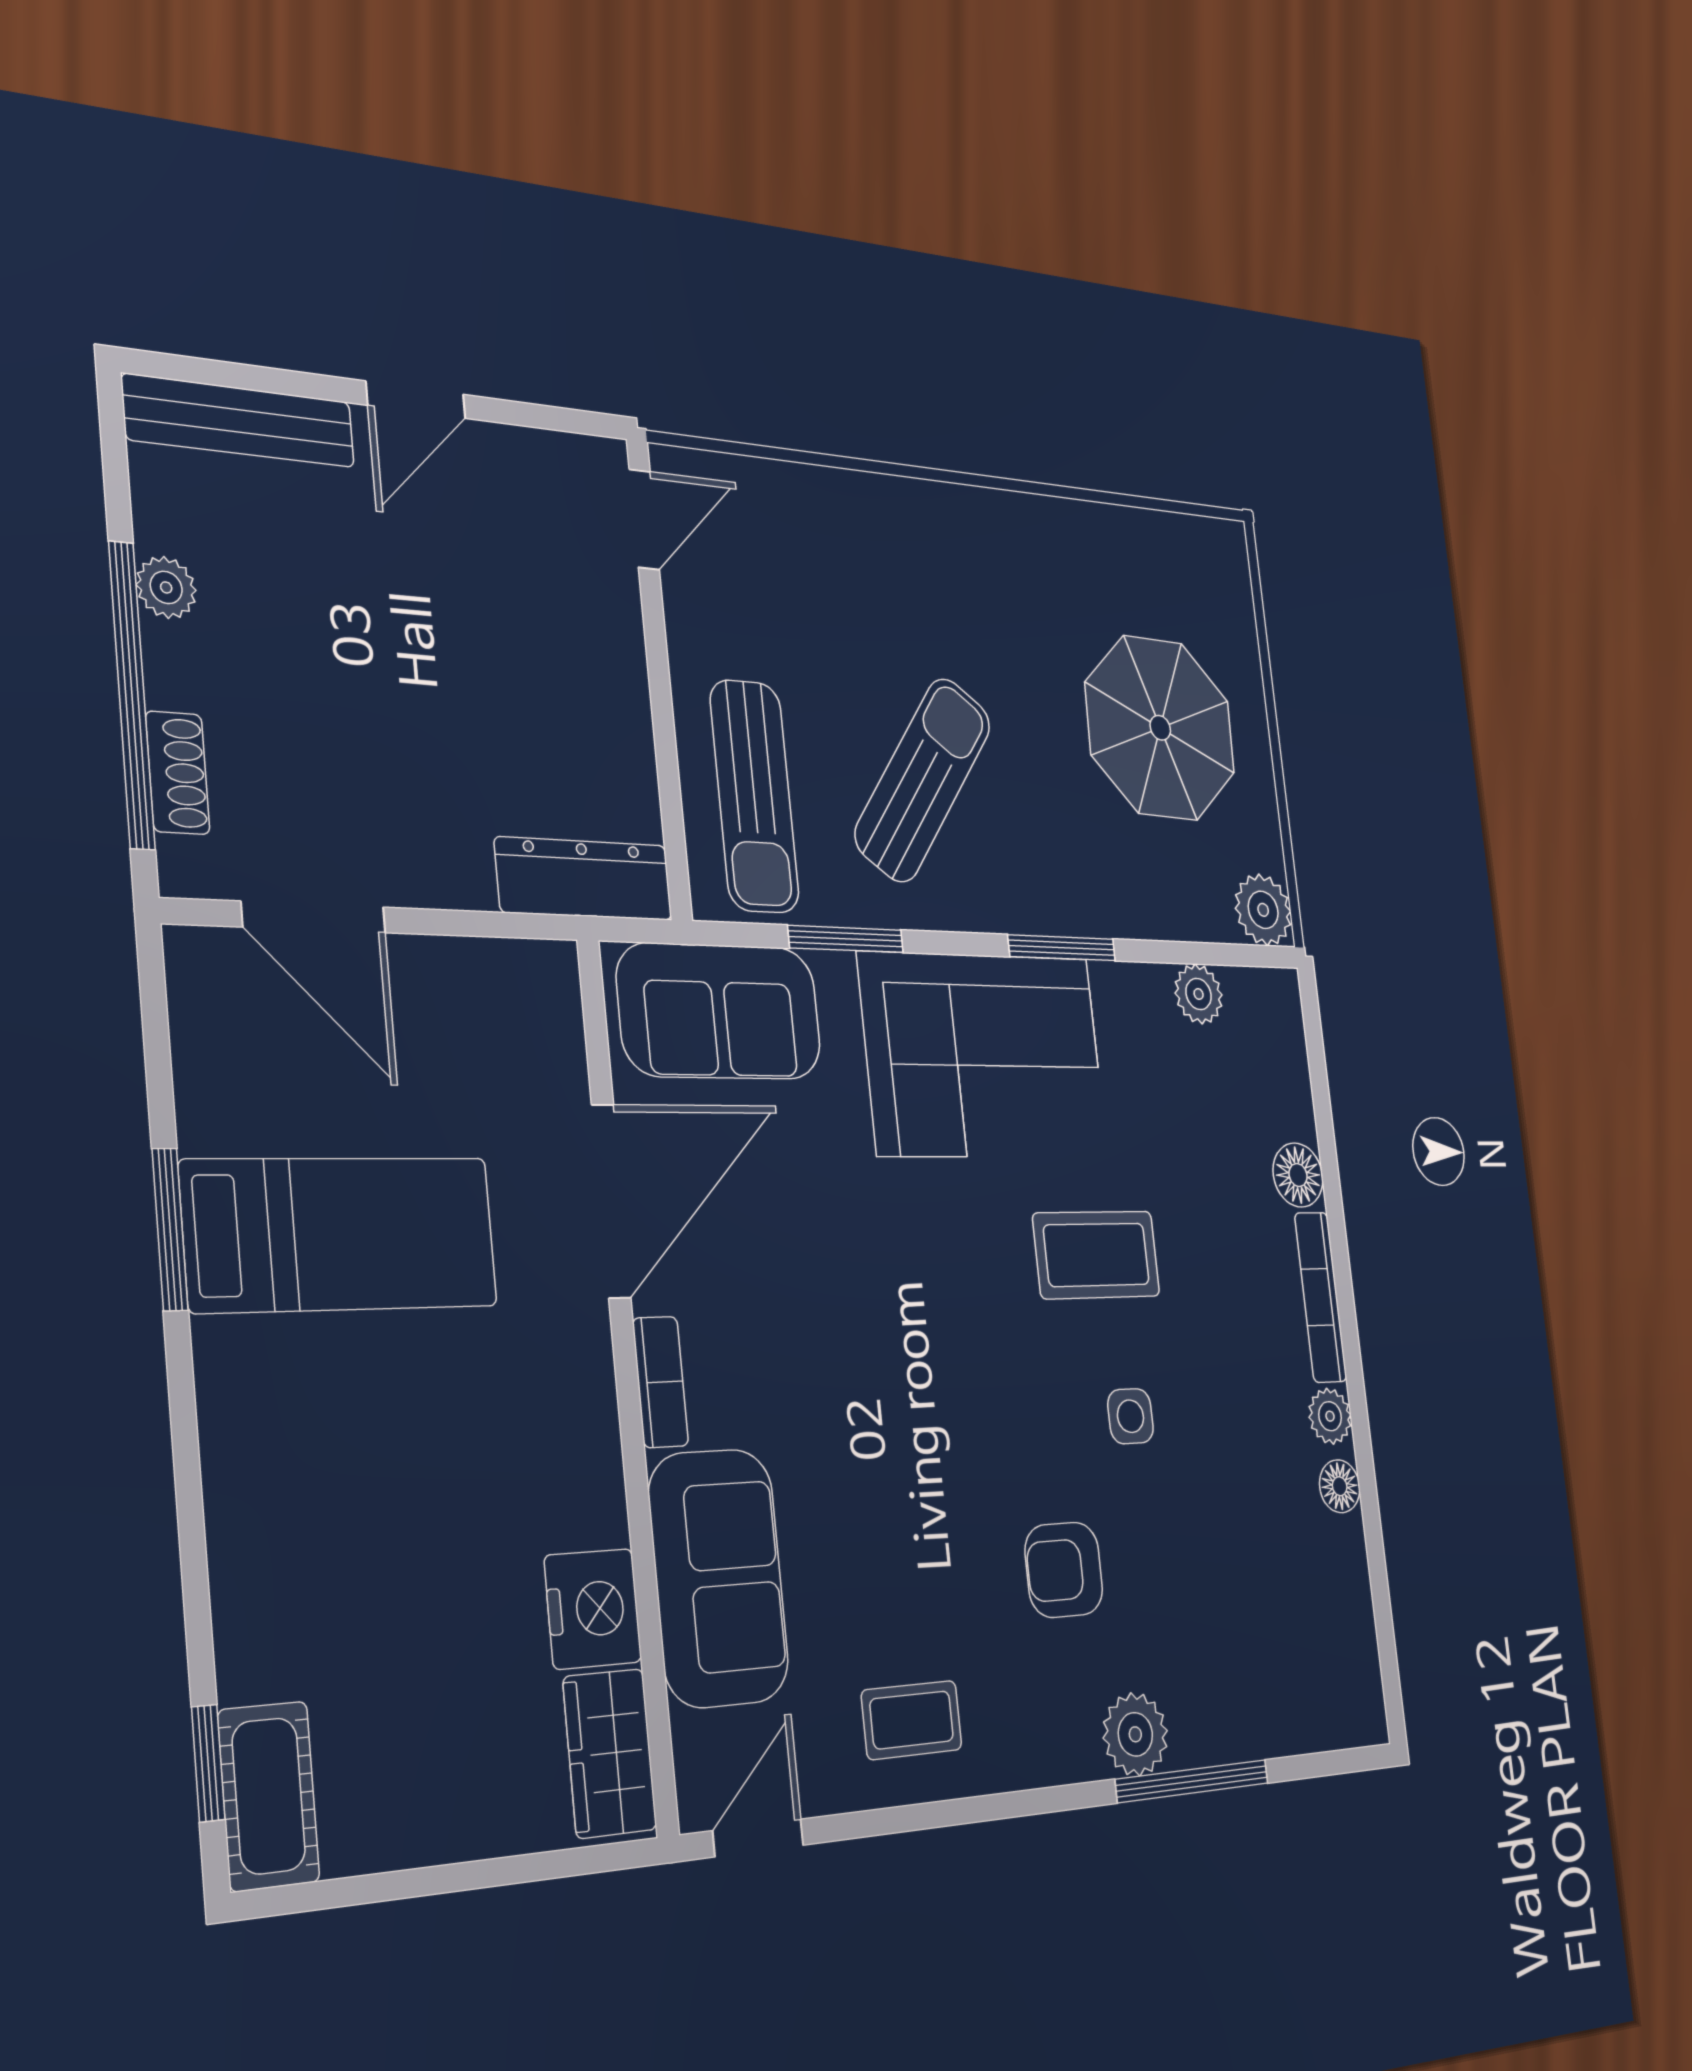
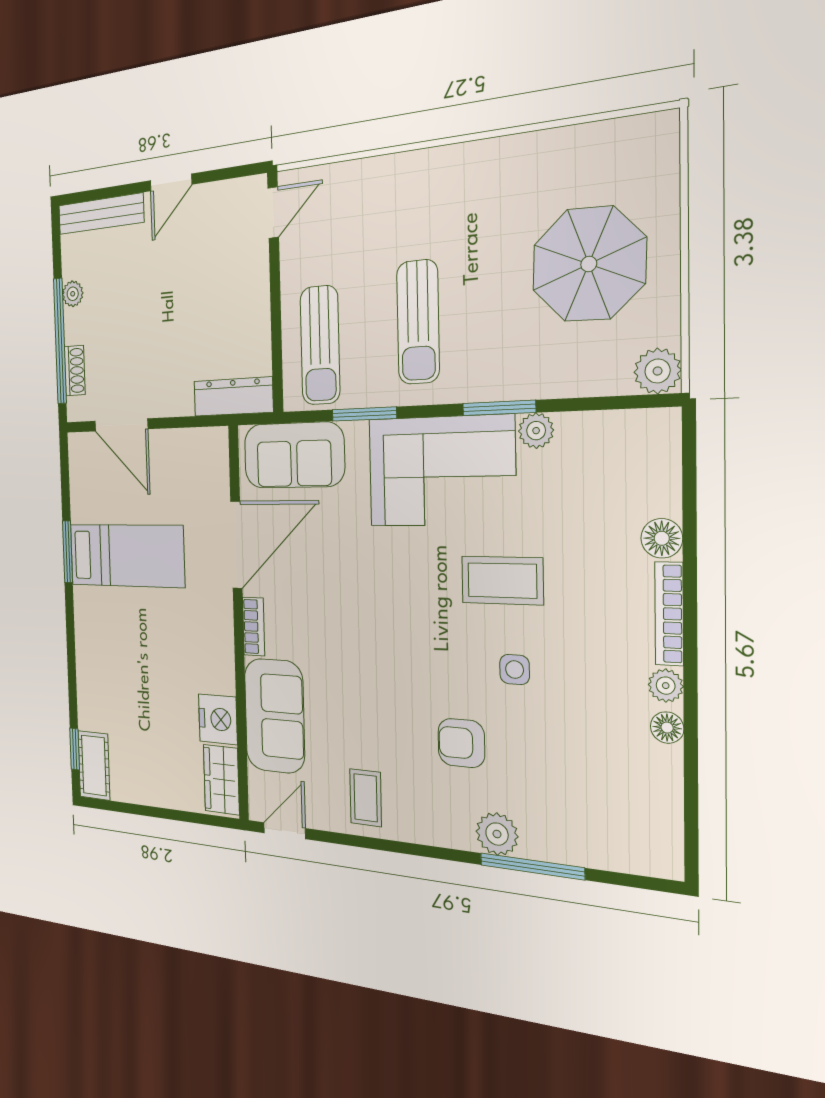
sun lounger: (923, 779) -> (418, 322), turned 144
plant: (1199, 994) -> (536, 431), moved
coffee table: (912, 1720) -> (366, 798), turned 90

